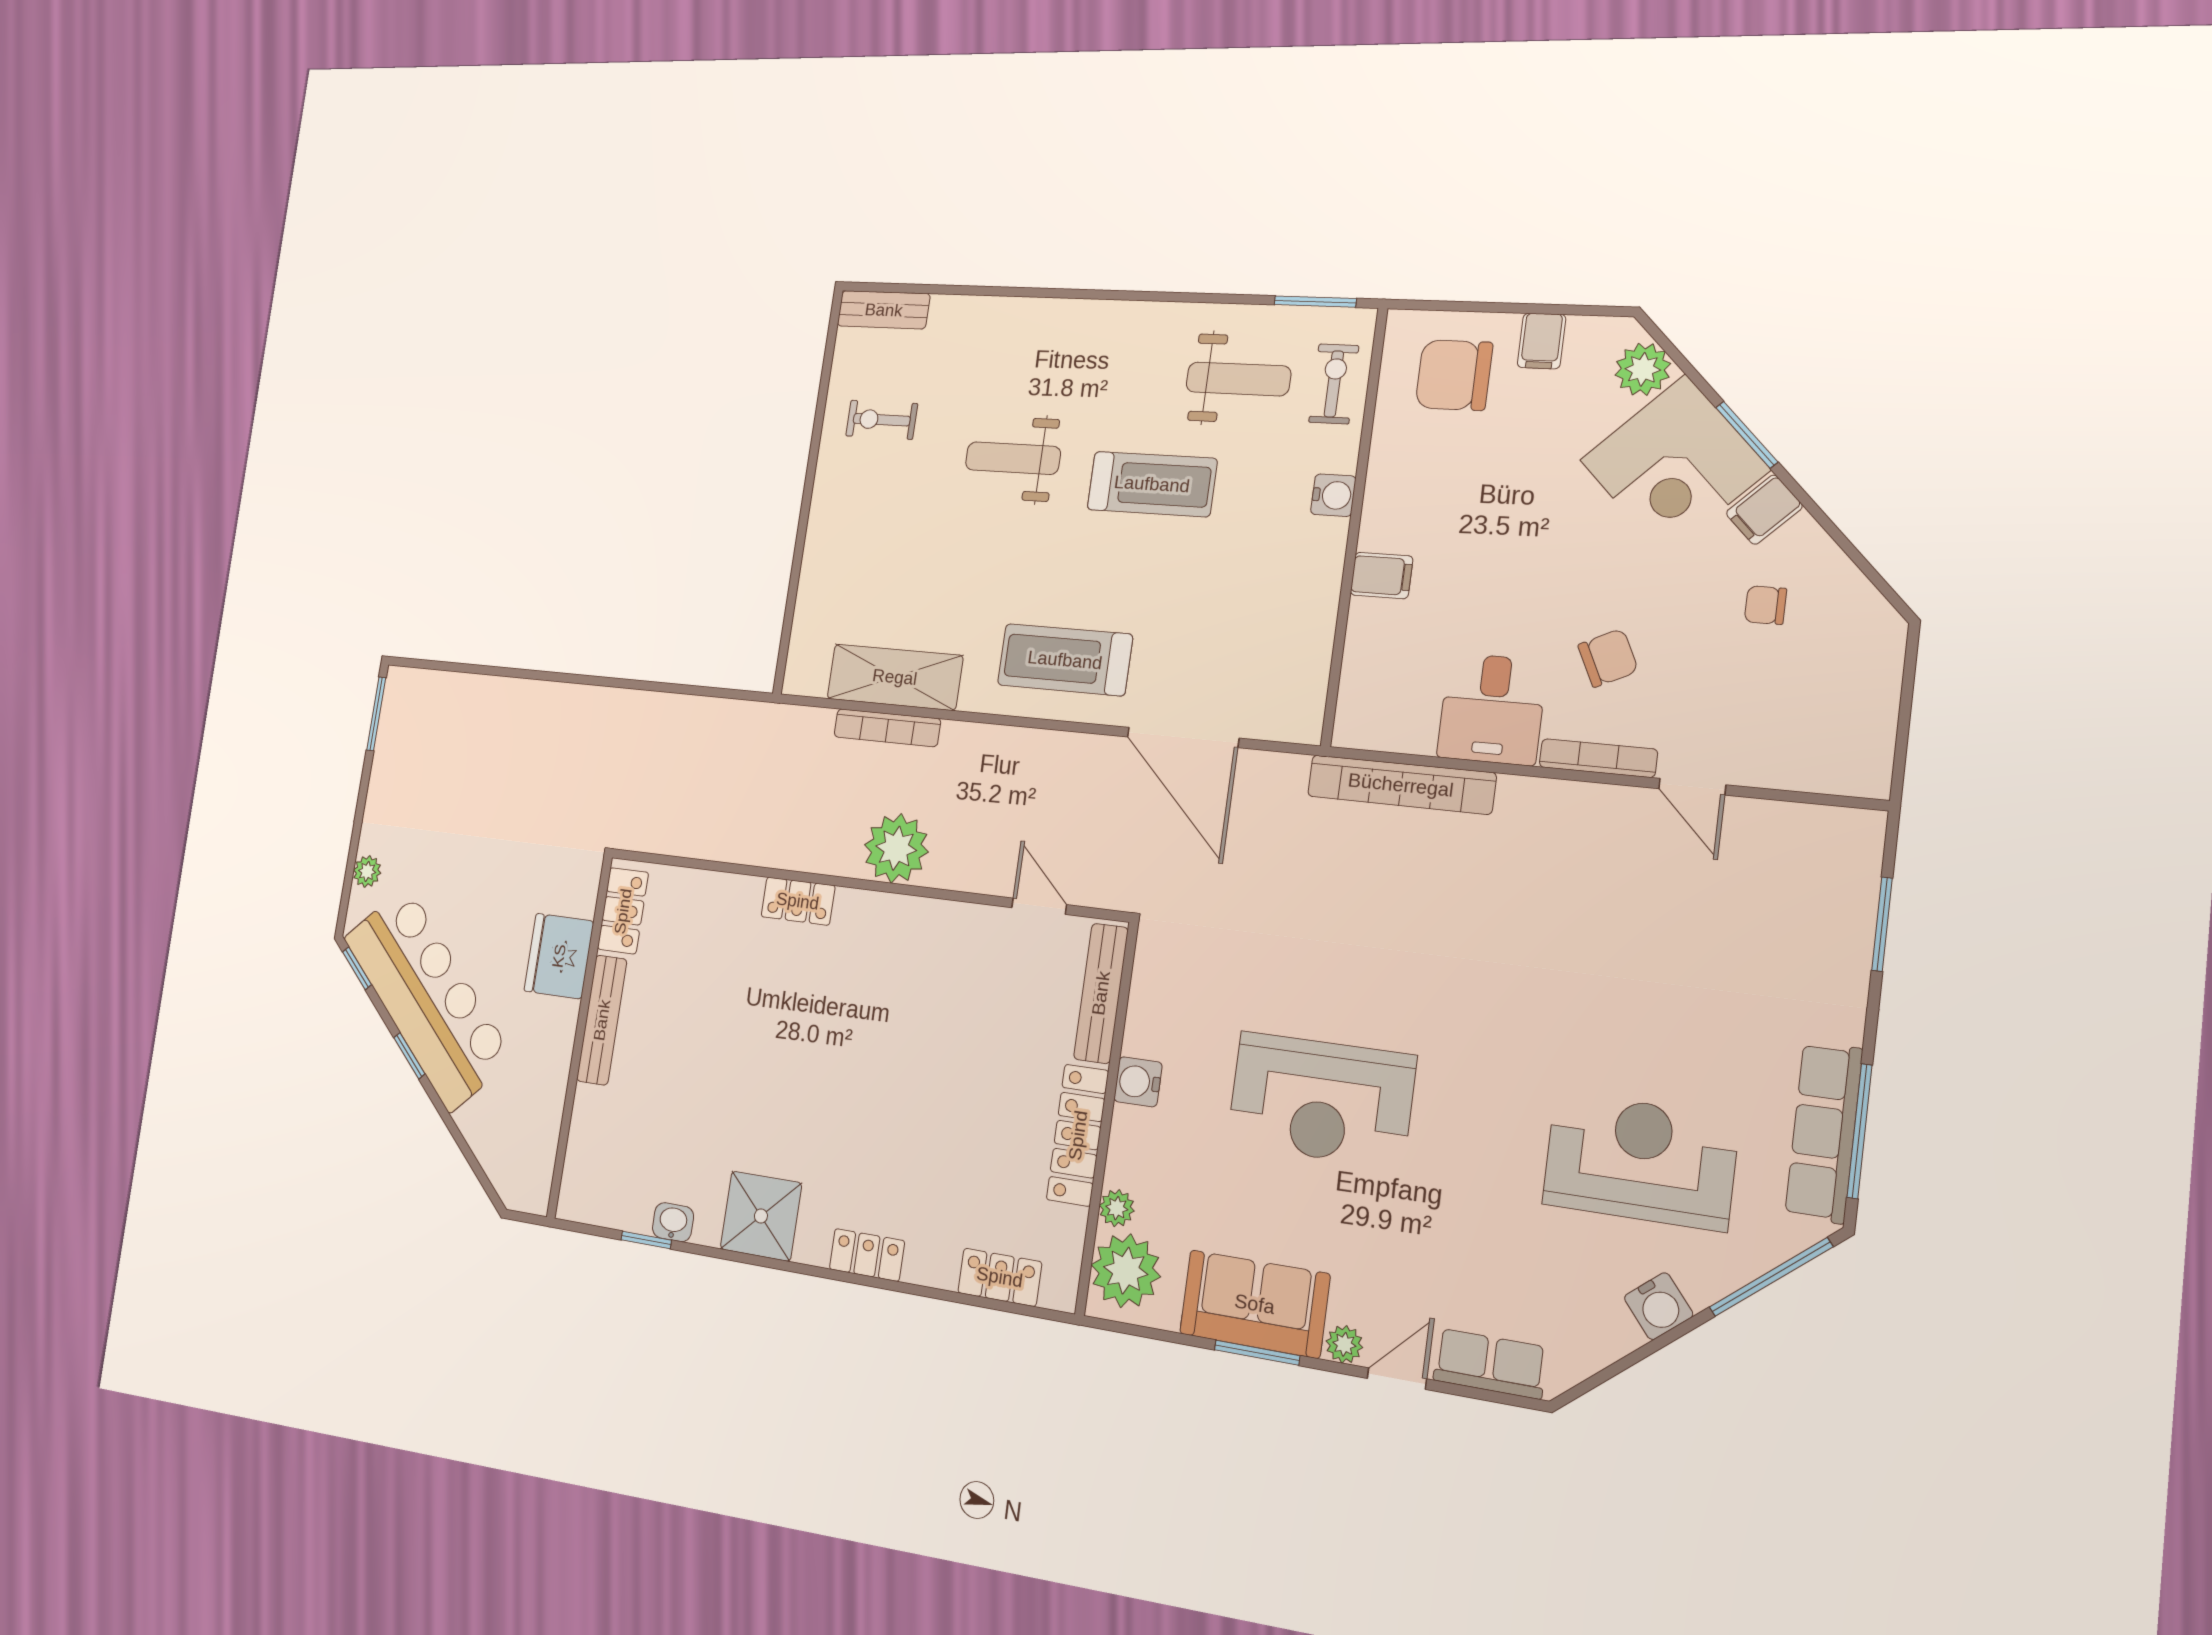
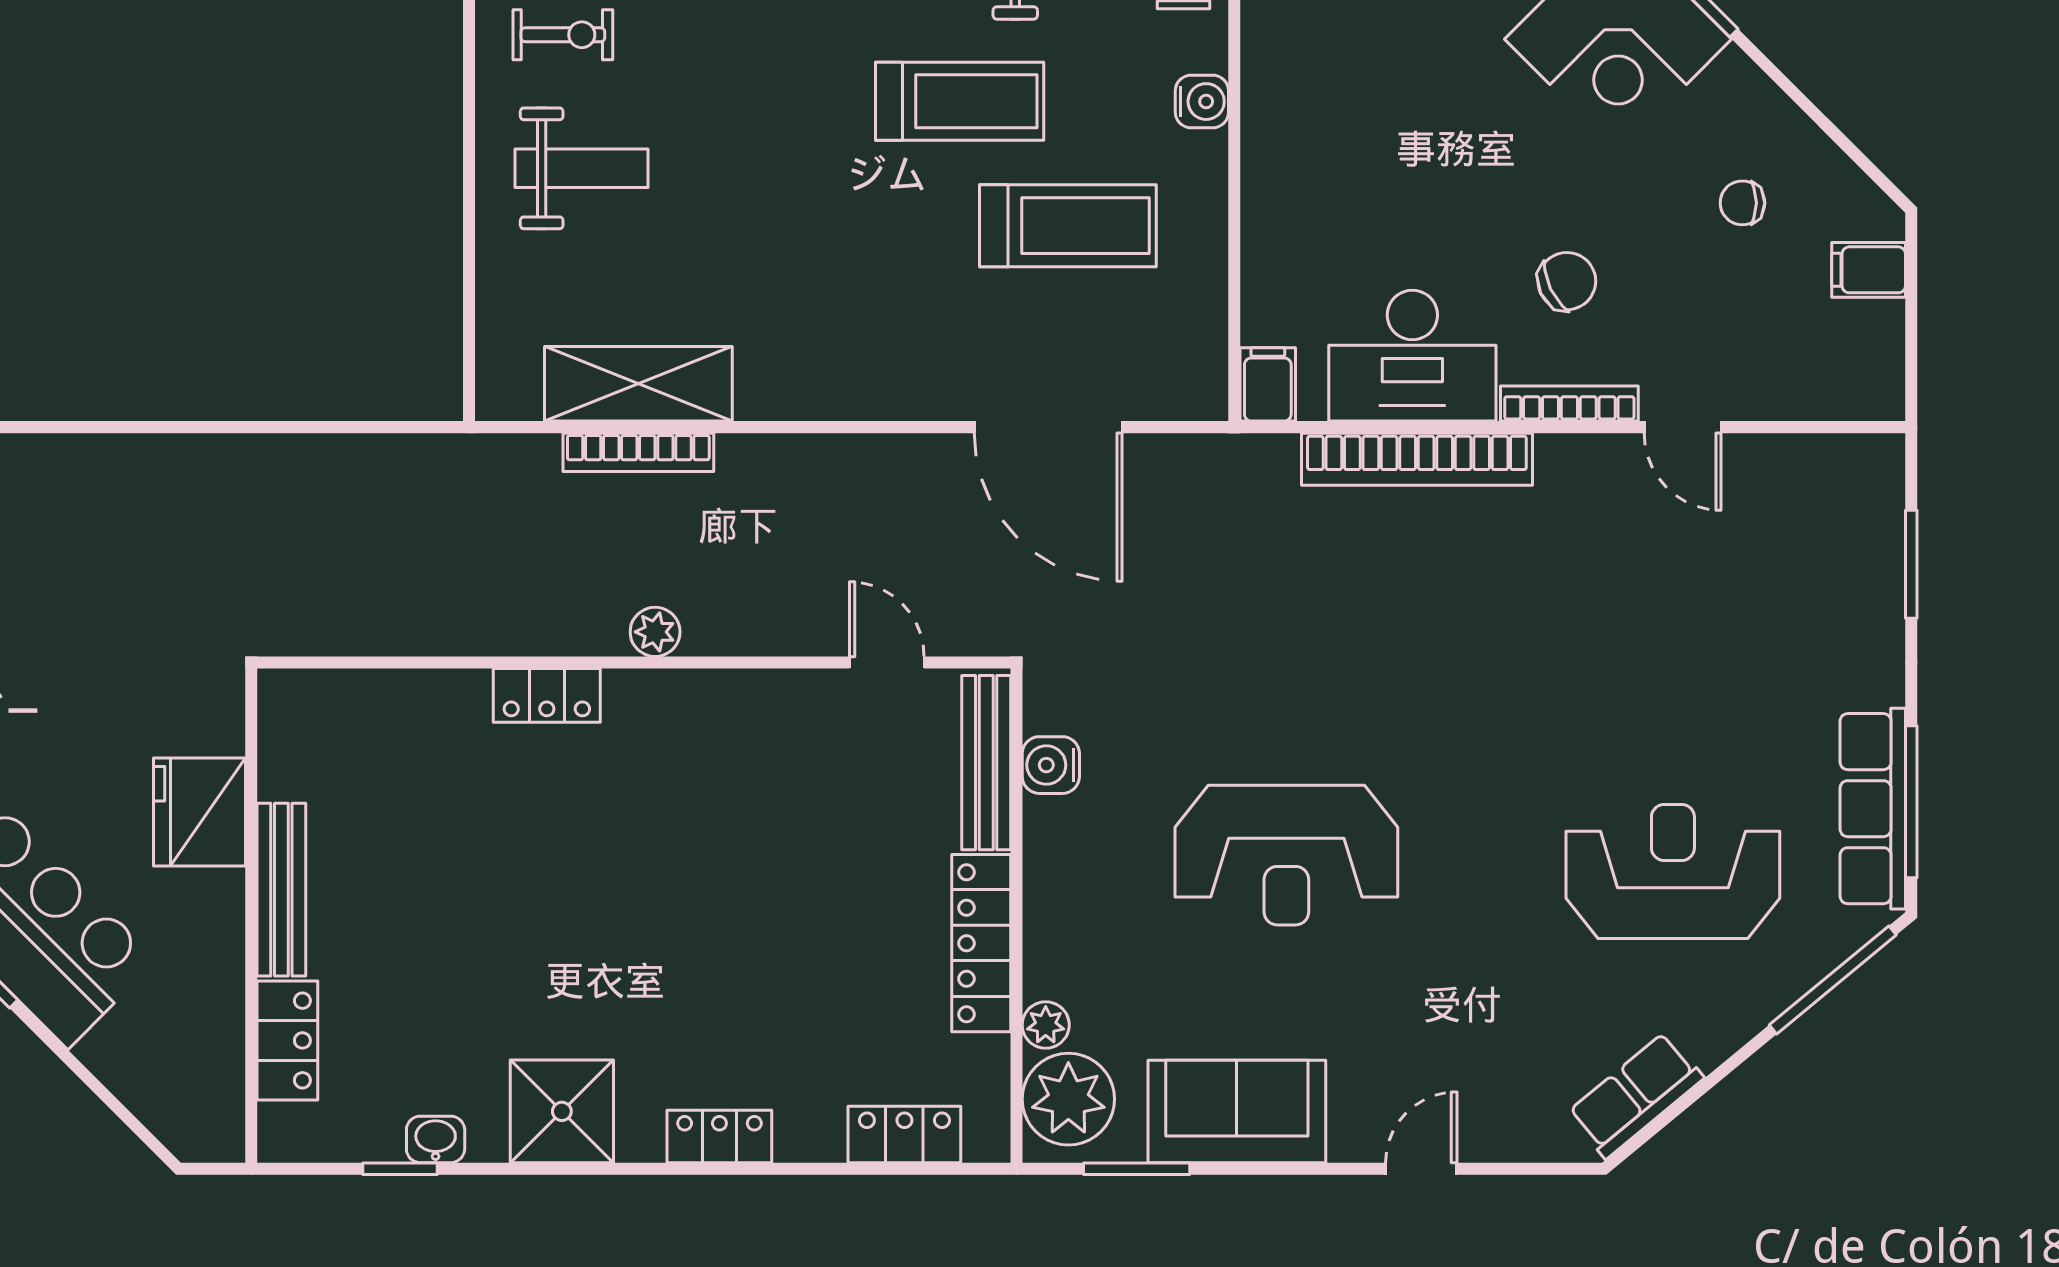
exercise bike: (882, 420) -> (563, 35), turned 180
weight bench: (1013, 458) -> (581, 168), moved, turned 180
filing cabinet: (1764, 510) -> (1869, 270), moved, turned 45
filing cabinet: (1382, 576) -> (1268, 384), moved, turned -90
treadmill: (1065, 660) -> (1068, 226), moved, turned 180
desk: (1492, 709) -> (1412, 356), width x1.37
bookcase: (1401, 785) -> (1417, 459), moved
plant: (896, 848) -> (655, 632), width x0.53, depth x0.53
locker: (623, 911) -> (287, 1040), moved
water cooler: (1138, 1082) -> (1051, 765), moved
water cooler: (1659, 1306) -> (1713, 1033), removed
plant: (1344, 1344) -> (1353, 1140), removed
window: (1257, 1353) -> (1137, 1169), moved
row of seats: (1490, 1364) -> (1636, 1095), moved, turned -40

